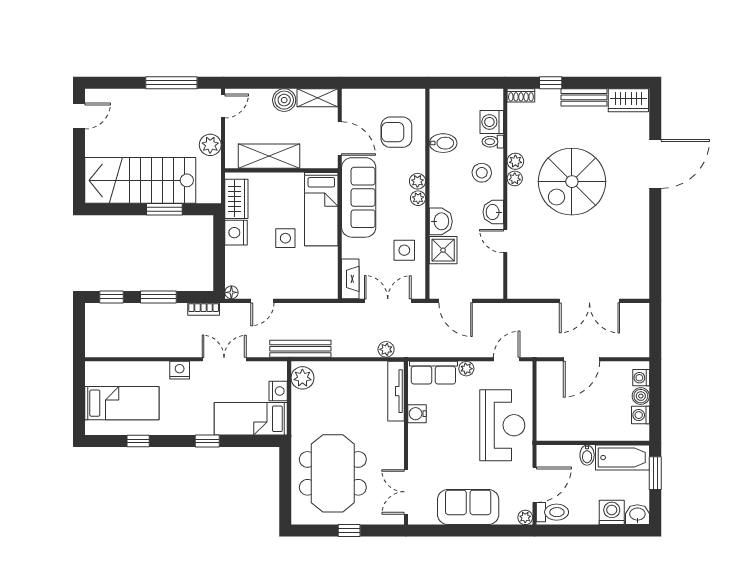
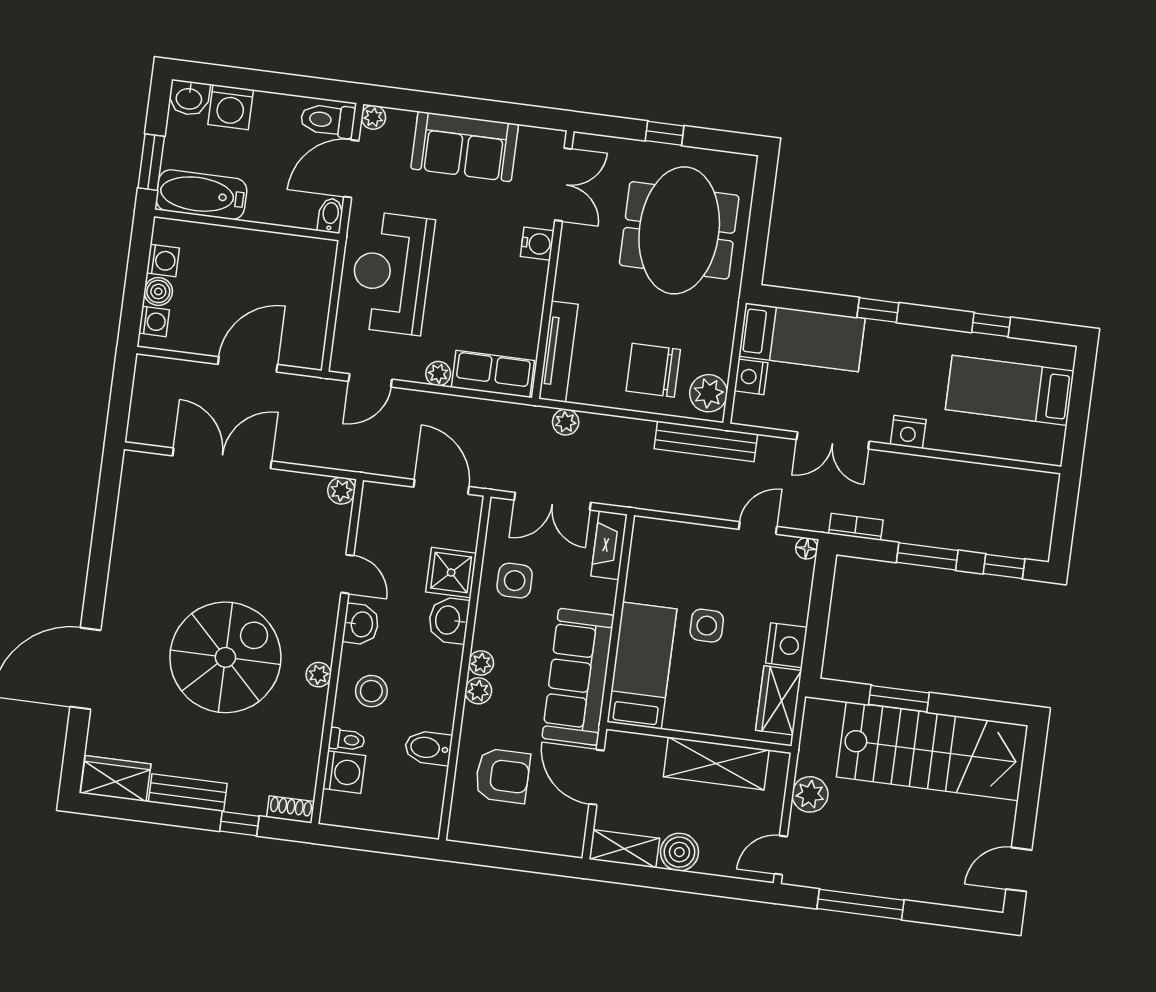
plant: (515, 161) -> (341, 491), moved
chair: (337, 387) -> (653, 370), added
water cooler: (417, 414) -> (537, 244), moved
bidet: (587, 455) -> (330, 215), moved

